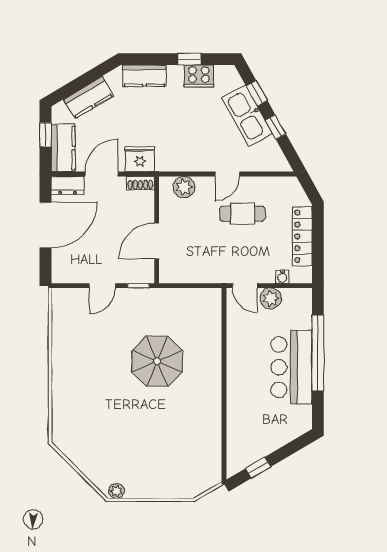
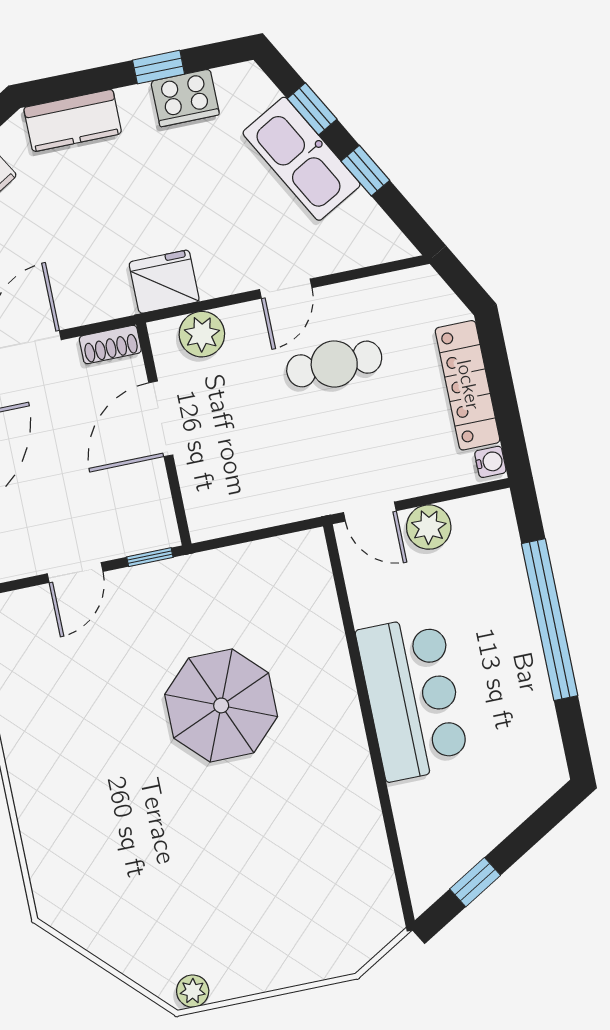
fridge: (140, 159) -> (164, 282), moved
door: (157, 241) -> (161, 419), moved
water cooler: (282, 277) -> (490, 462), moved, turned -90
bar counter: (292, 367) -> (413, 698), moved, turned 180

